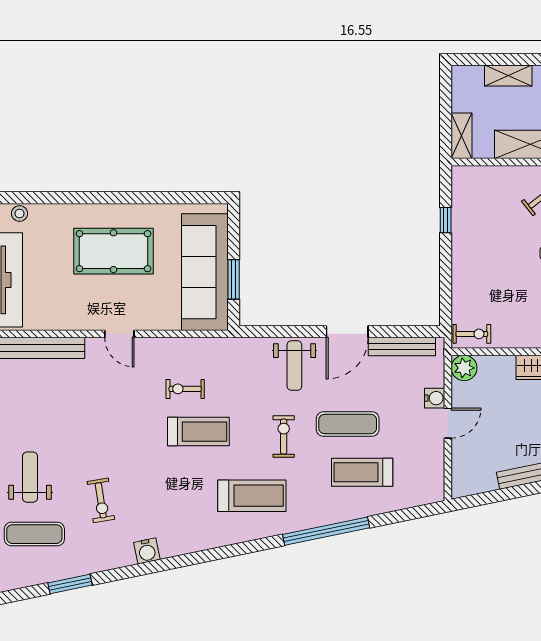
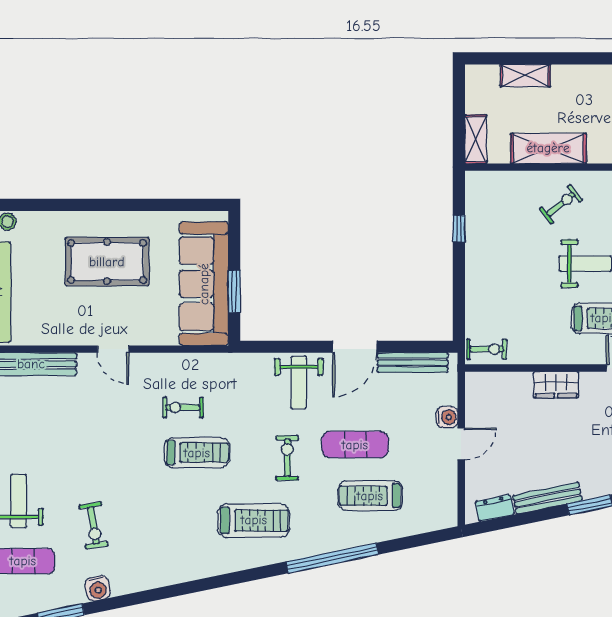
plant: (464, 368) -> (478, 385), removed
dresser: (480, 484) -> (495, 508), added
water cooler: (147, 551) -> (98, 588), moved

